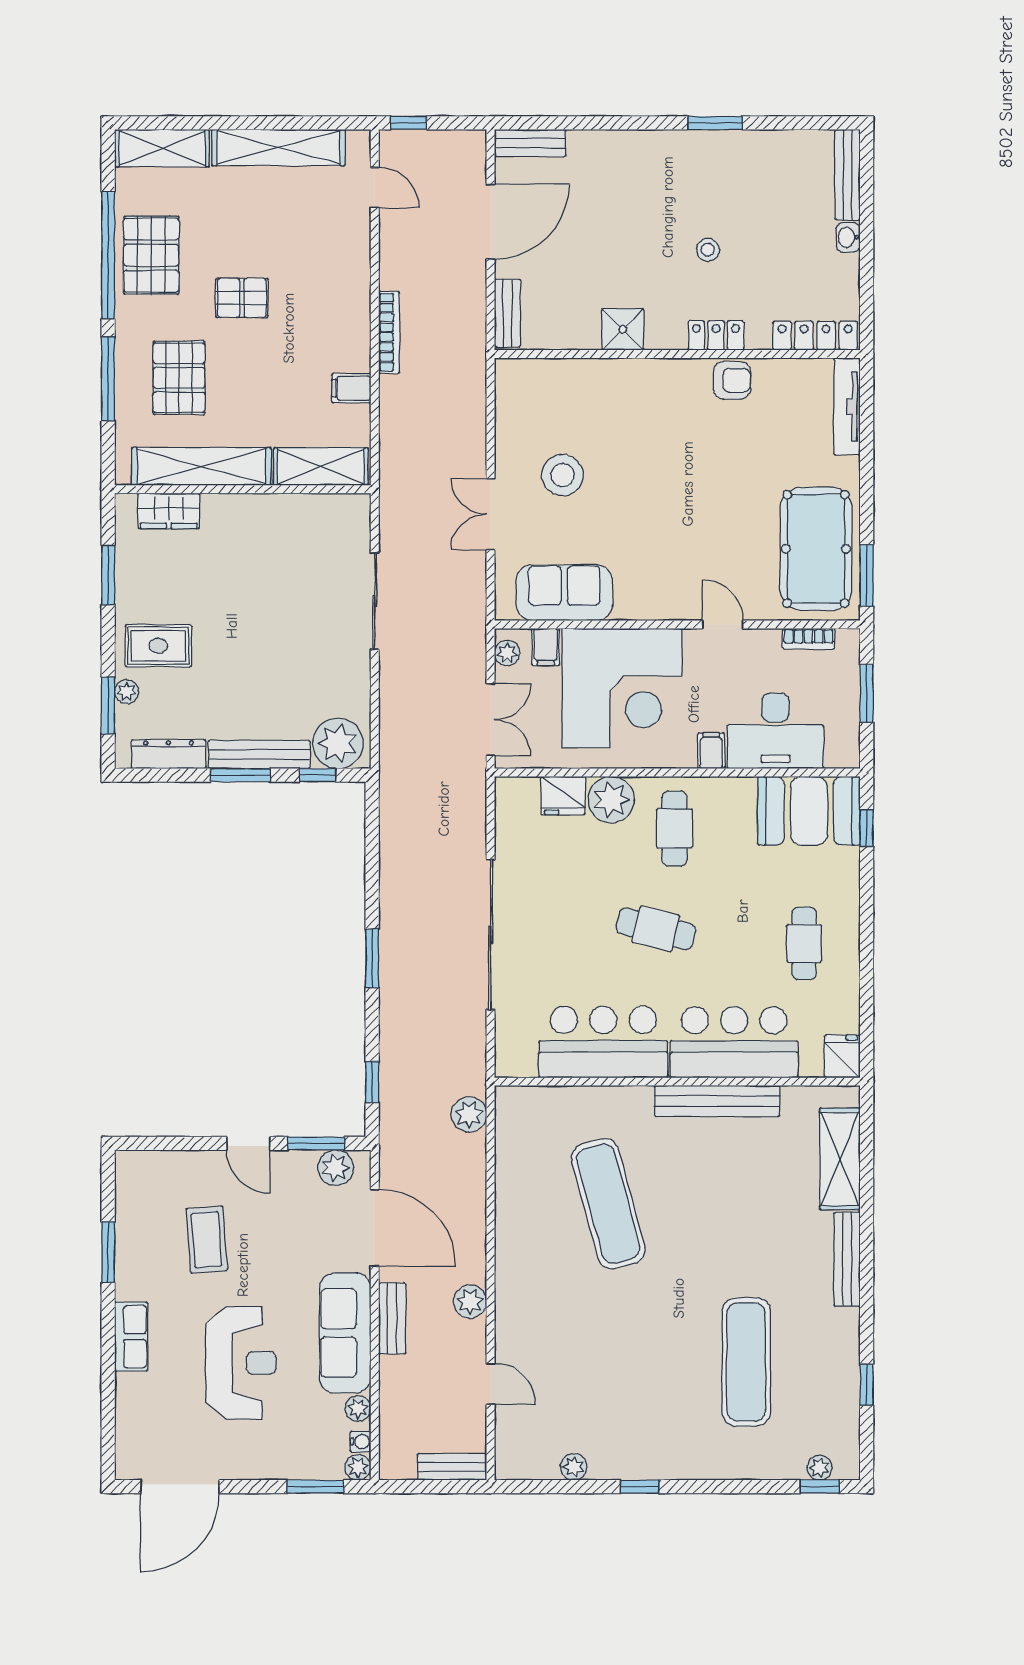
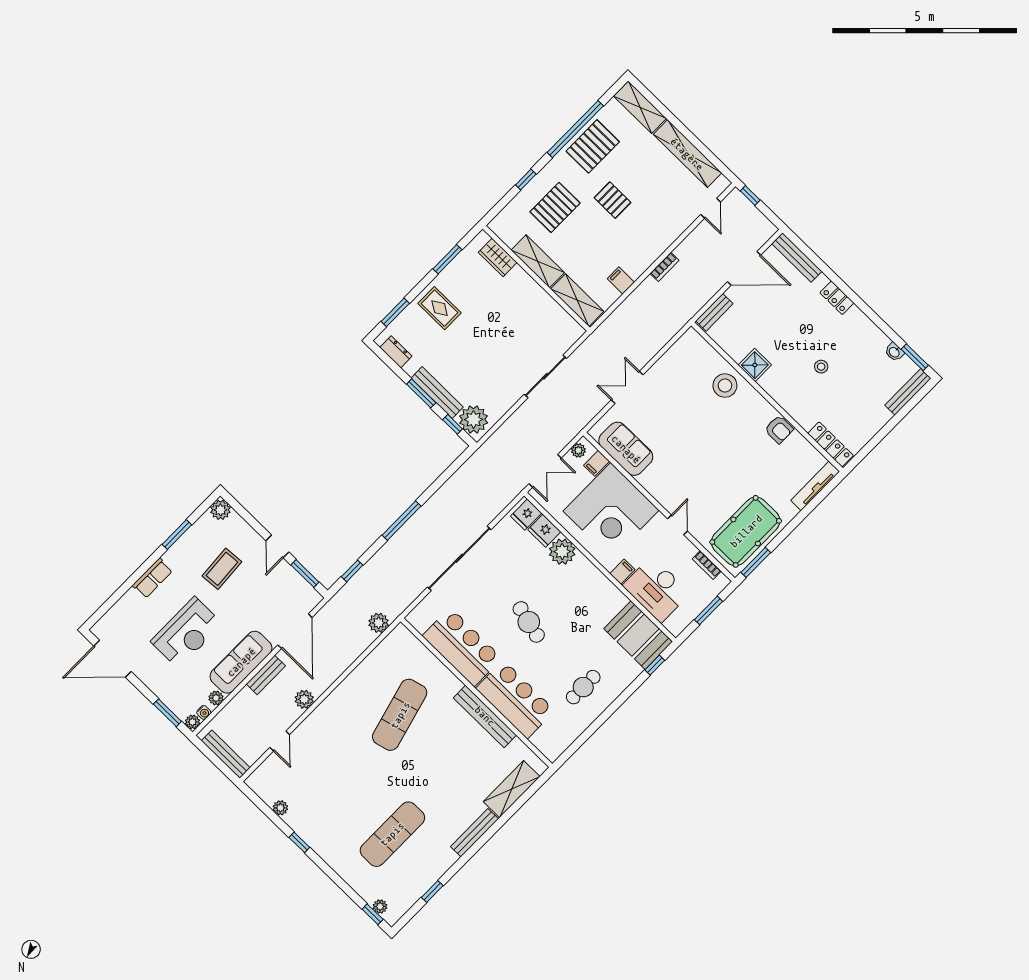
window: (715, 123) -> (915, 357), moved
bench: (530, 143) -> (797, 257), width x1.36
washbasin: (848, 237) -> (894, 352), moved, turned -90
bookcase: (389, 332) -> (664, 267), width x0.64
locker: (716, 335) -> (837, 298), moved, turned 180
window: (108, 379) -> (526, 179), width x0.46
shelving: (201, 466) -> (538, 261), width x0.68
stool: (562, 475) -> (725, 386), moved
plant: (127, 692) -> (408, 314), removed
dresser: (169, 754) -> (396, 352), width x0.70
cafe table: (674, 829) -> (576, 589), removed
window: (372, 958) -> (402, 521), width x1.44
fridge: (842, 1056) -> (526, 515), moved, turned 180
plant: (336, 1168) -> (220, 510), moved
bench: (452, 1467) -> (226, 754), width x1.36

